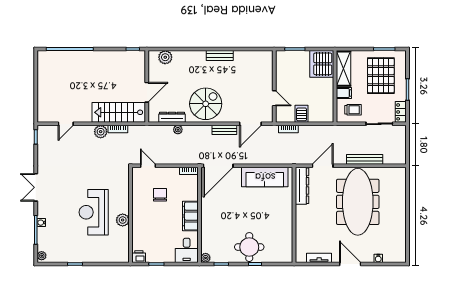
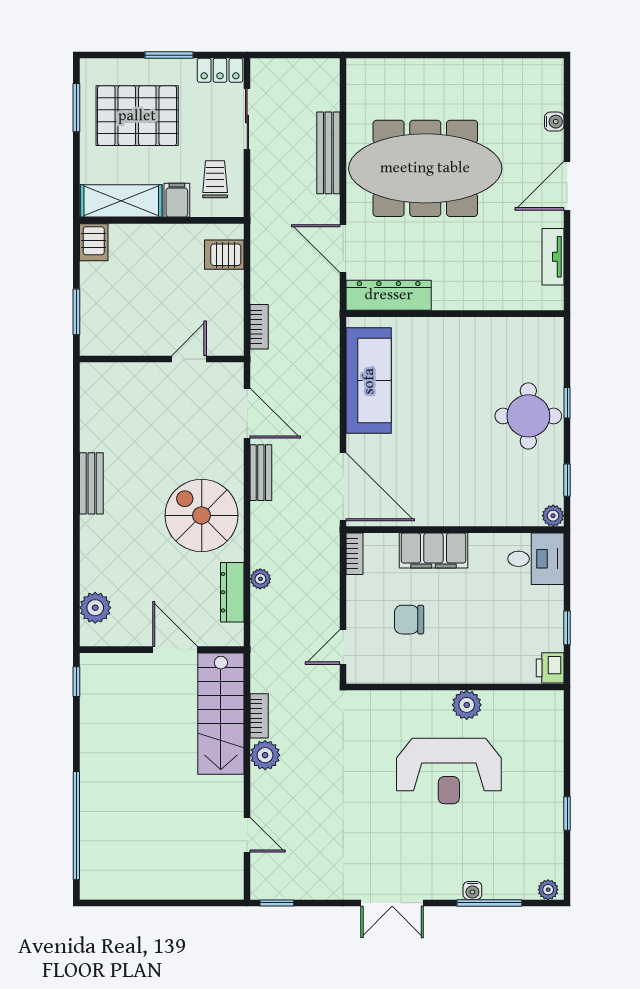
server rack: (322, 64) -> (94, 242), width x0.46, depth x0.70
server rack: (302, 114) -> (224, 255), moved
filing cabinet: (190, 216) -> (433, 551), moved

